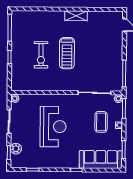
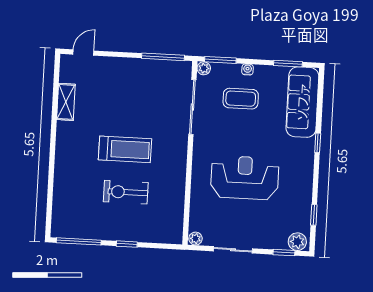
shelving: (76, 16) -> (66, 102), moved
exercise bike: (41, 55) -> (126, 192), turned 180
plant: (16, 149) -> (297, 242), moved

